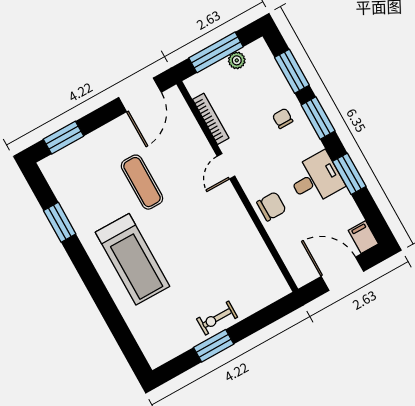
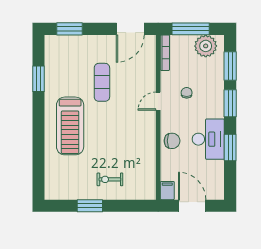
plant: (237, 60) -> (206, 46), width x1.87, depth x1.87
chair: (283, 118) -> (187, 93), moved
bookcase: (211, 119) -> (165, 53), moved
desk: (316, 179) -> (208, 139), width x1.37
filing cabinet: (363, 237) -> (167, 191), moved
exercise bike: (217, 318) -> (110, 179), moved

